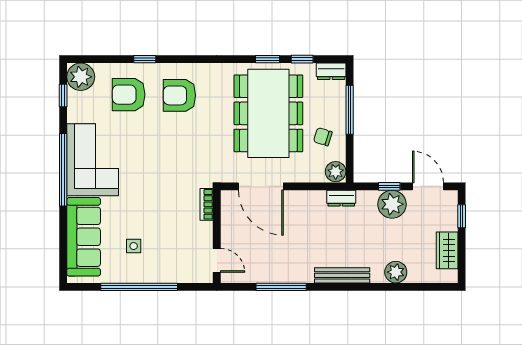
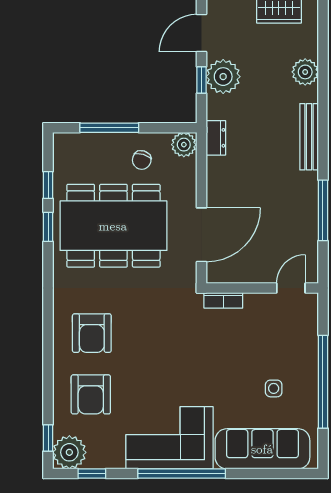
window: (145, 59) -> (48, 438), moved
dresser: (331, 71) -> (63, 150), removed

